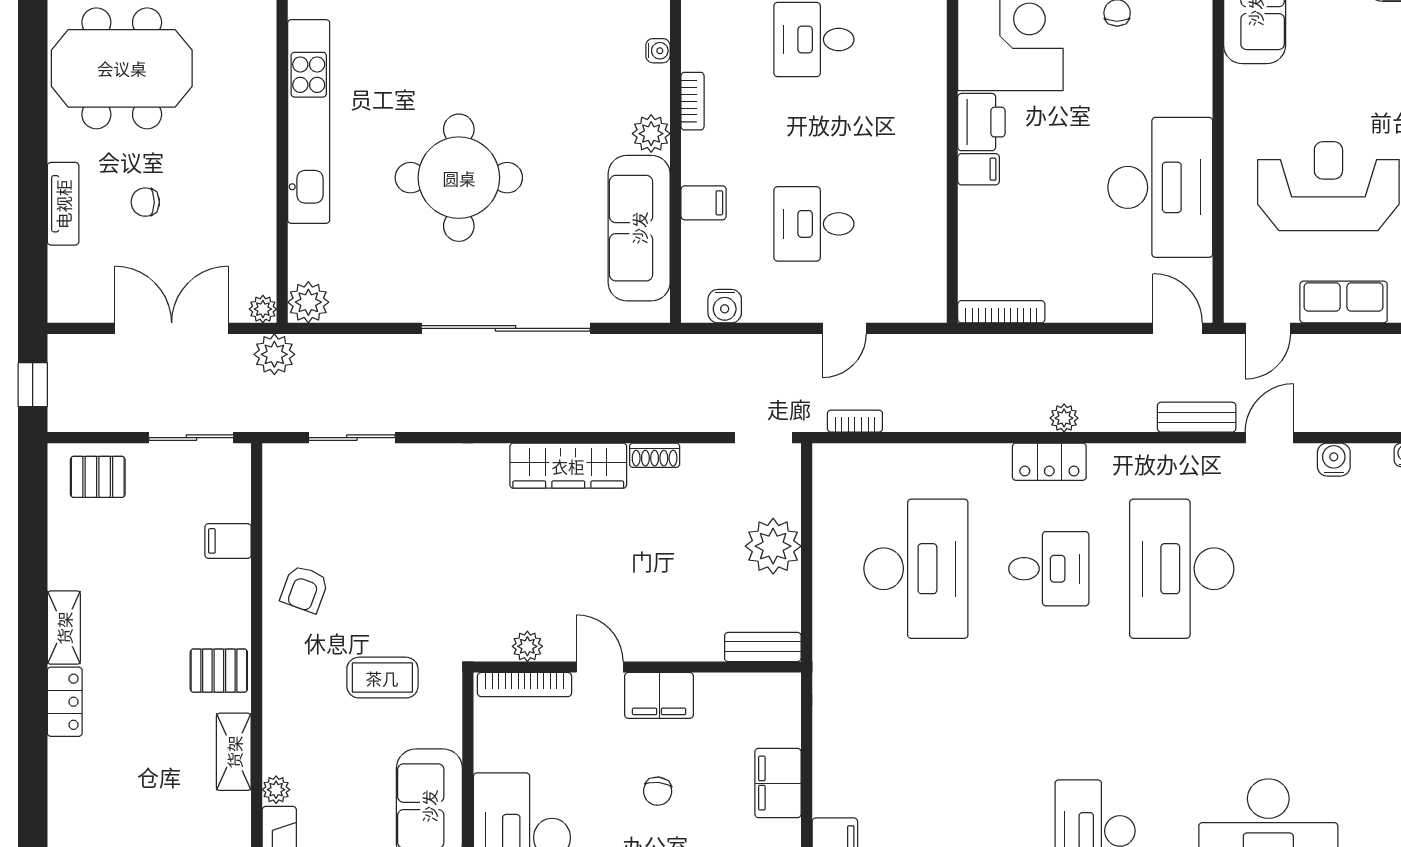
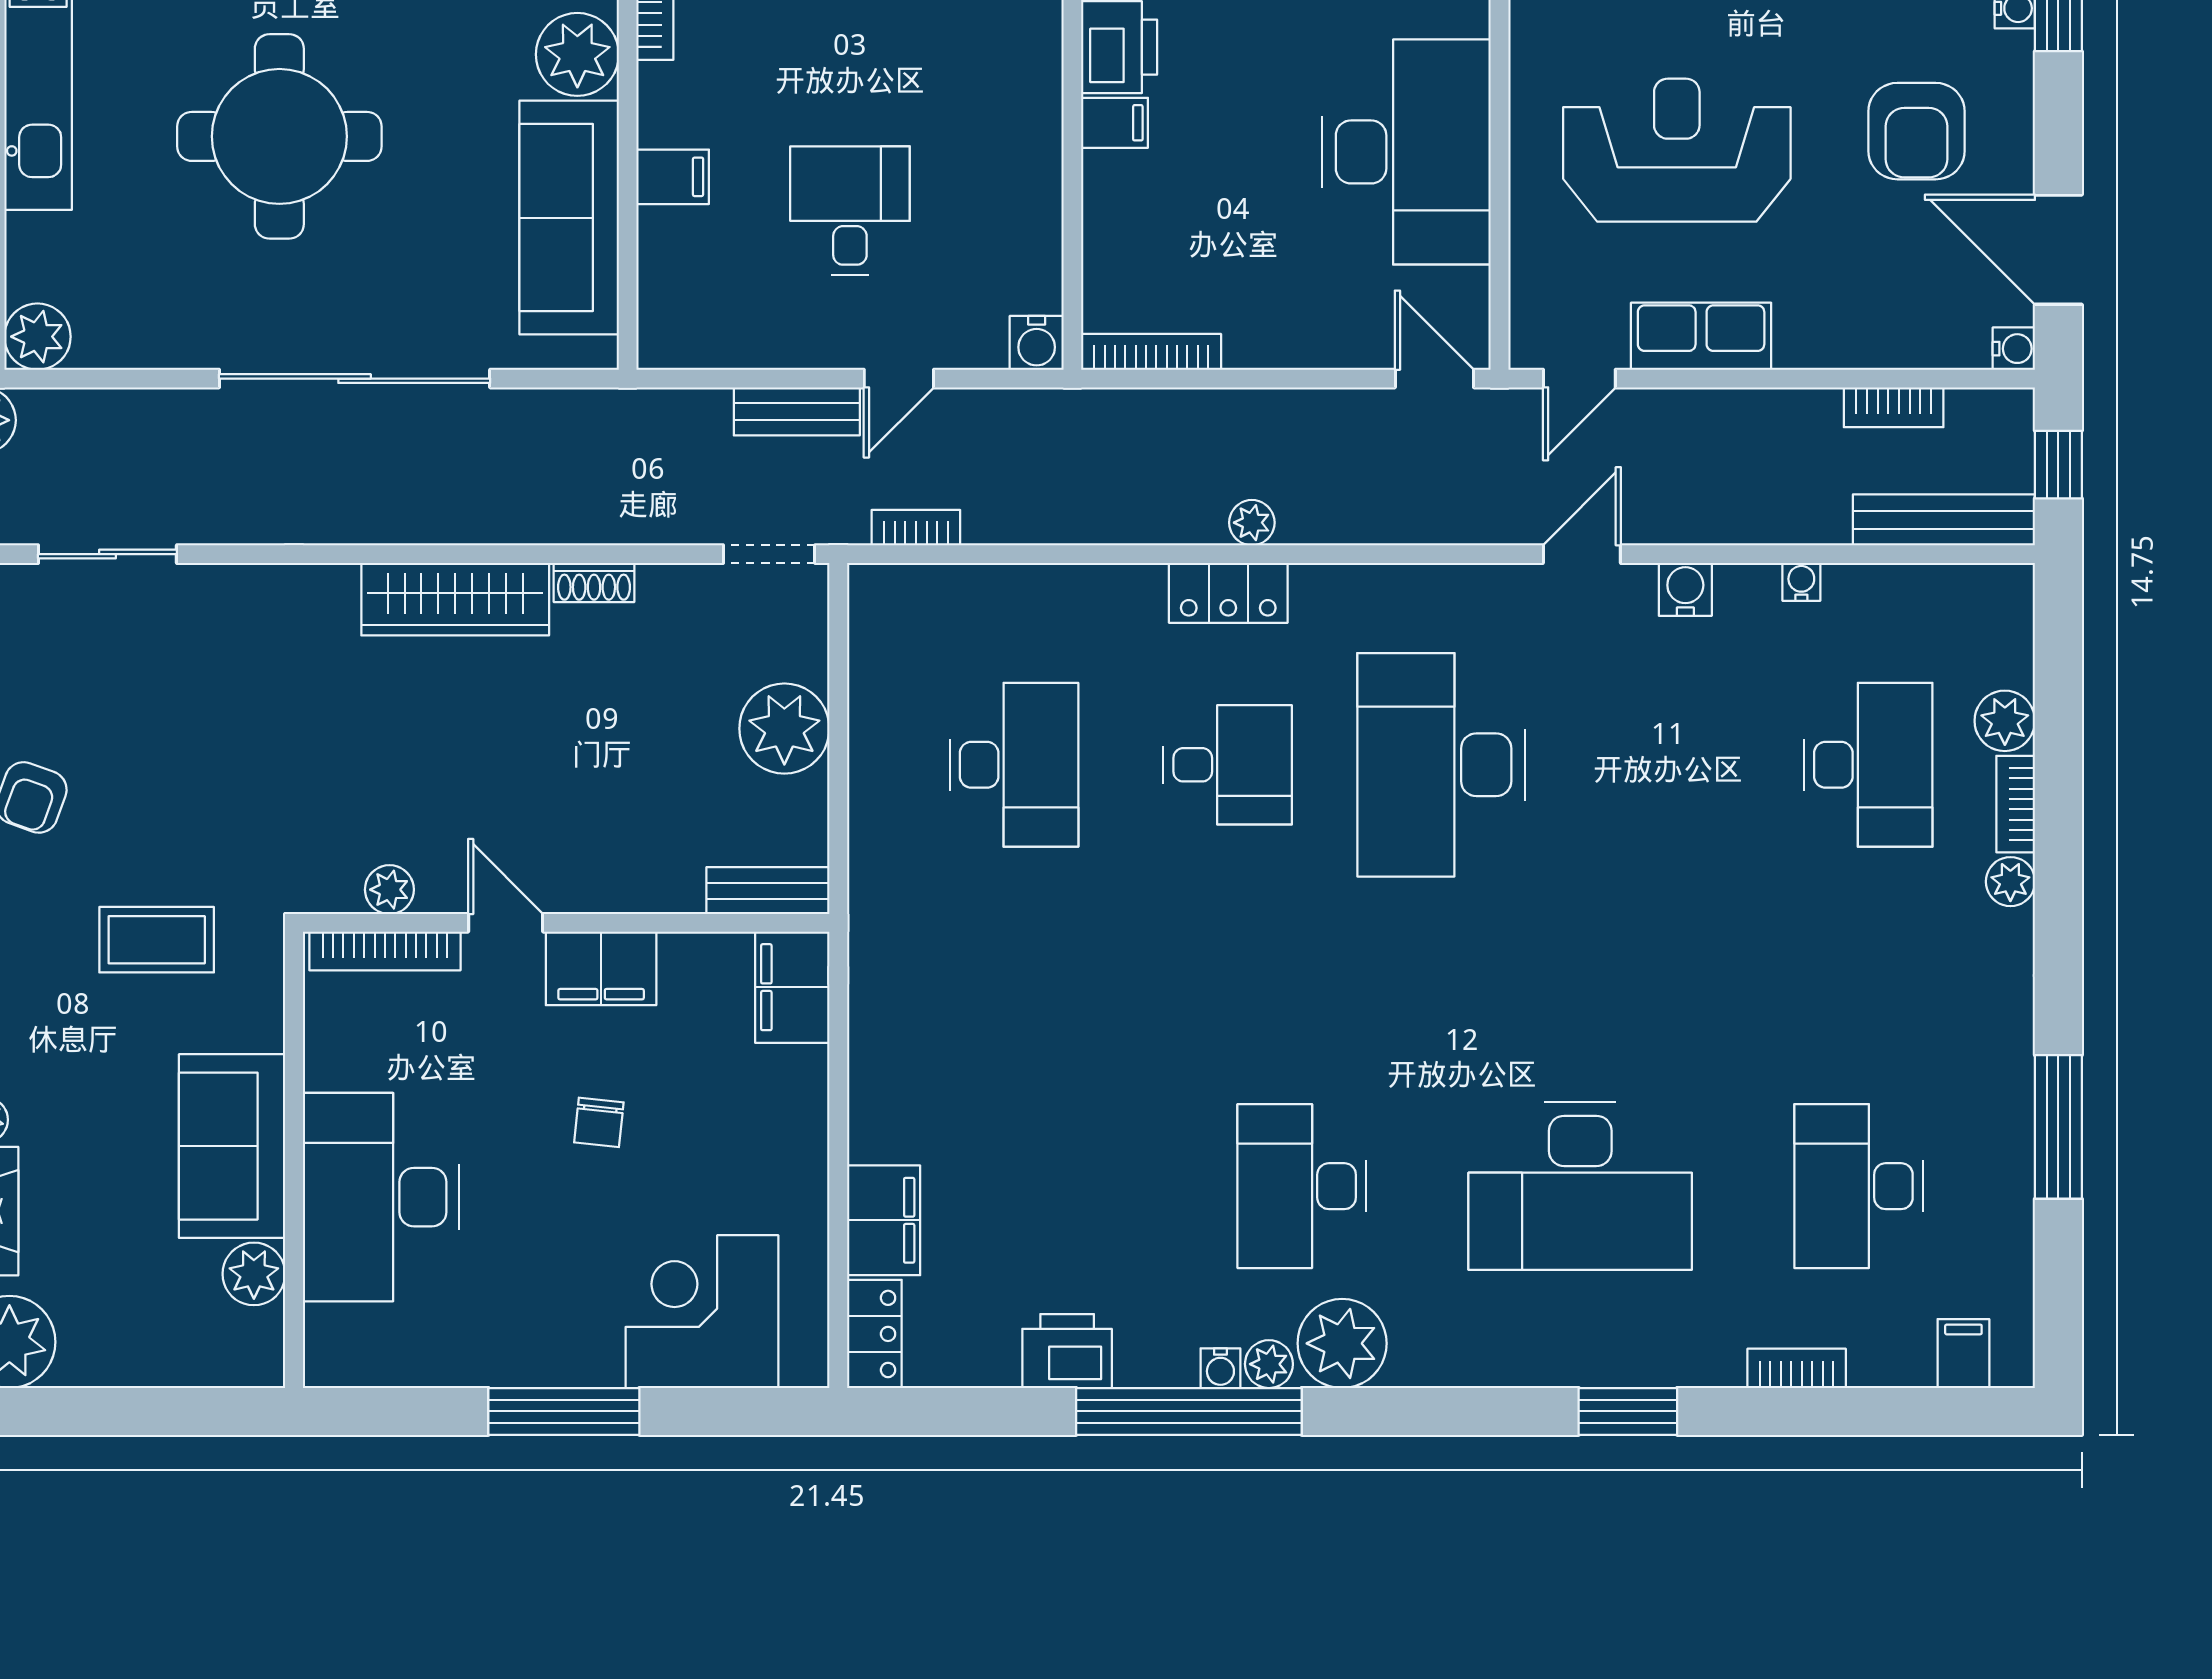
plant: (651, 134) -> (577, 54), width x1.36, depth x1.36
desk: (814, 224) -> (850, 211), turned 90
water cooler: (725, 306) -> (1037, 343), moved
bench: (1197, 417) -> (797, 411), moved
desk: (916, 569) -> (1014, 765), width x0.73, depth x0.77
filing cabinet: (778, 783) -> (792, 987), moved

